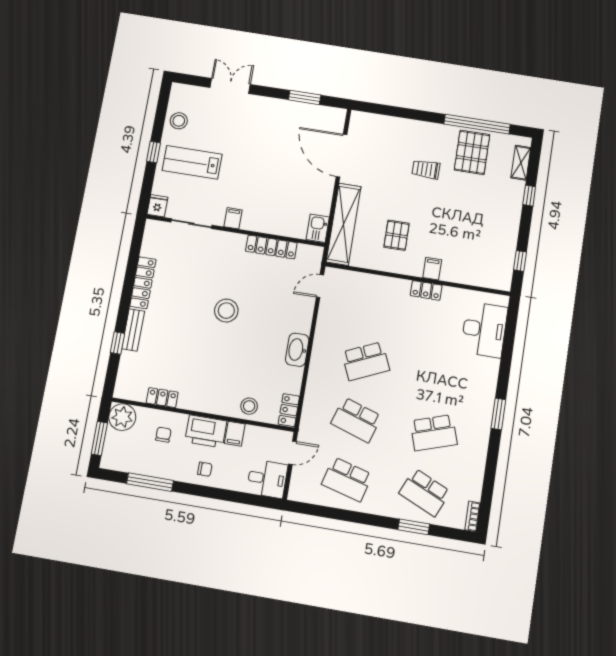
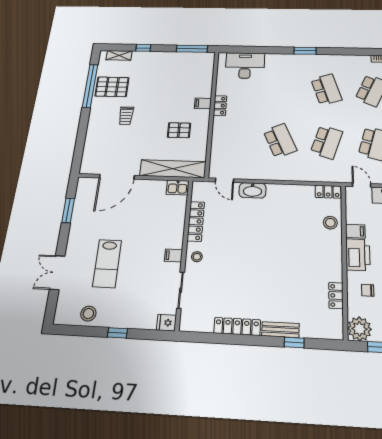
lab bench: (192, 162) -> (107, 263), moved
window: (520, 261) -> (192, 49), width x2.17
stool: (226, 311) -> (197, 257), moved, width x0.53, depth x0.53
washbasin: (297, 350) -> (252, 190), moved

